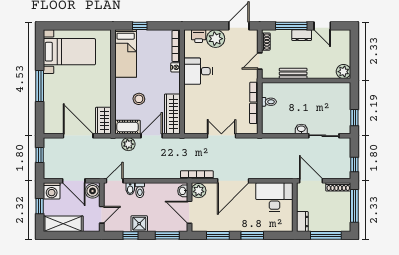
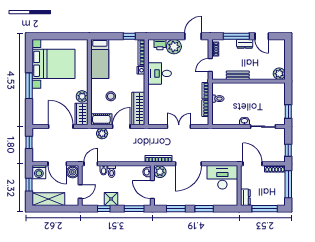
window: (140, 26) -> (129, 36), moved
bed with nightstands: (69, 52) -> (53, 64), width x1.36
plant: (104, 99) -> (82, 96), added

